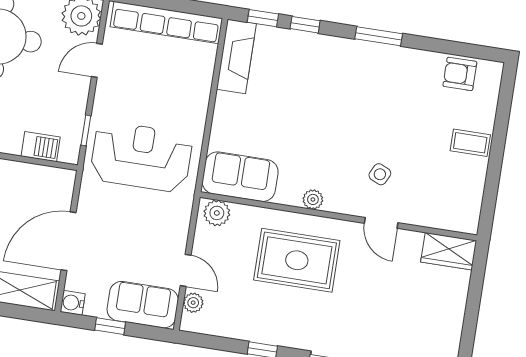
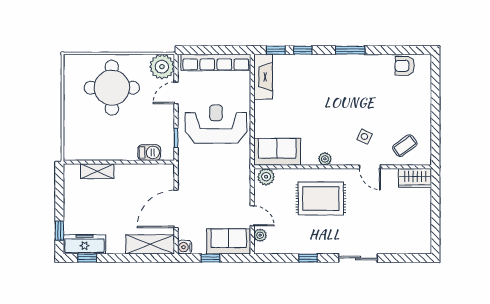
coffee table: (470, 143) -> (405, 146), moved, turned -36
reception desk: (141, 157) -> (216, 124), moved

